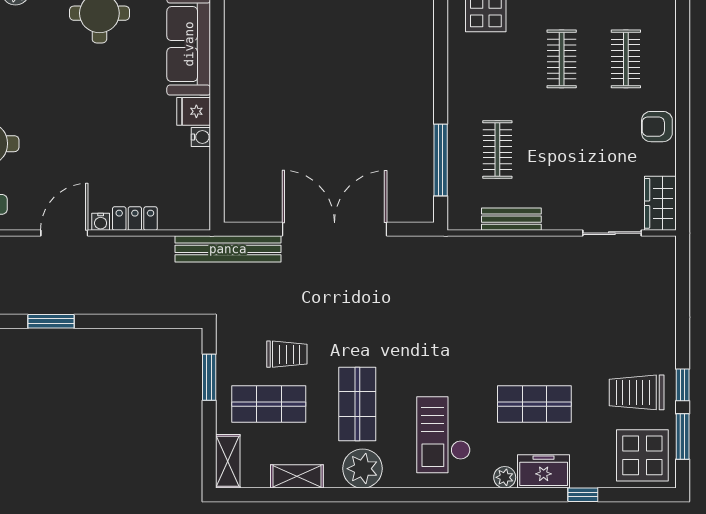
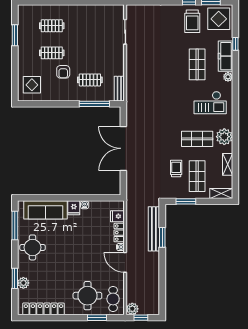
armchair: (657, 127) -> (63, 72), moved
wardrobe: (660, 203) -> (113, 11), removed
fridge: (174, 214) -> (117, 216), added
bench: (511, 219) -> (119, 89), moved
bench: (228, 249) -> (154, 229), moved
window: (51, 321) -> (162, 237), moved
freezer: (544, 471) -> (226, 56), width x1.40

